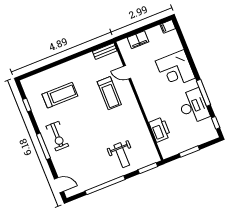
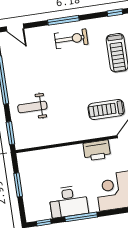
printer: (160, 130) -> (97, 150), moved
exercise bike: (57, 136) -> (71, 39), turned 180
door: (59, 185) -> (15, 28), hinge flipped

